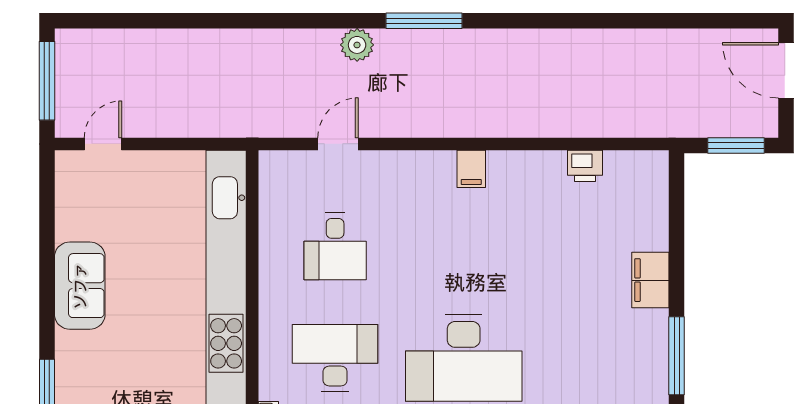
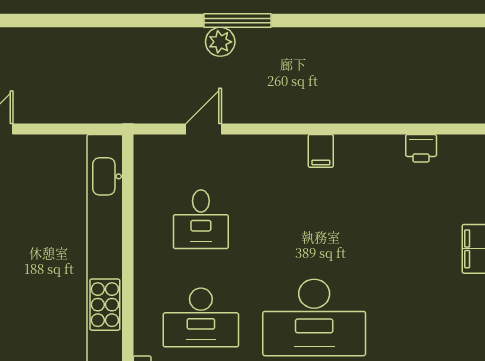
window: (424, 21) -> (237, 21), moved
desk: (335, 358) -> (201, 317), turned 180

